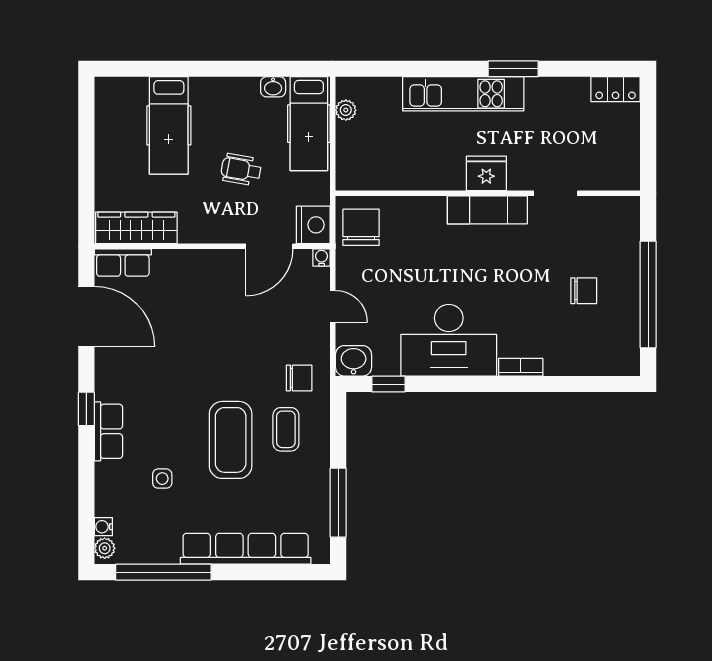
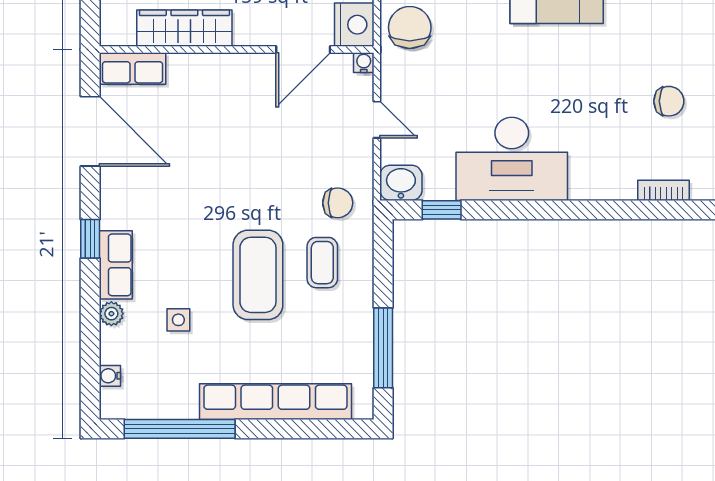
wardrobe: (136, 228) -> (184, 28), moved
bookcase: (521, 367) -> (663, 190), moved
plant: (105, 548) -> (111, 314), moved

